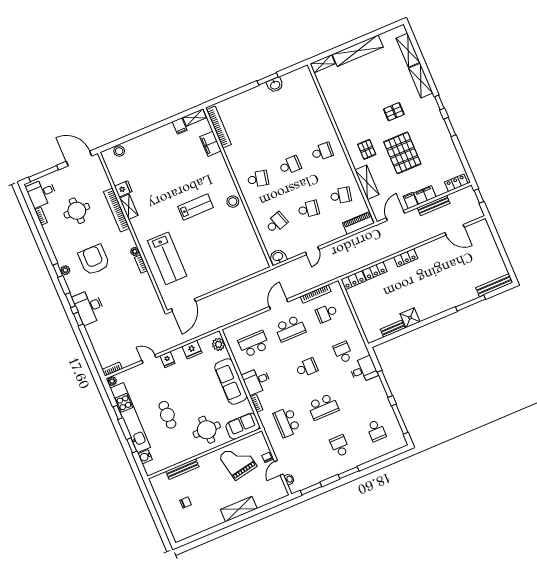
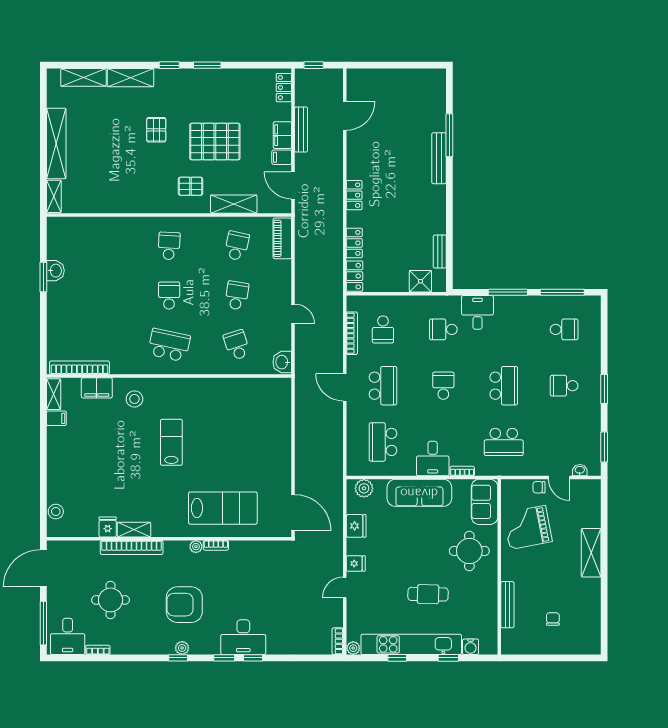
school desk: (258, 179) -> (169, 345), width x1.85
stool: (233, 202) -> (134, 399), moved
bench: (494, 285) -> (439, 158), moved
shower: (410, 318) -> (420, 281), moved

